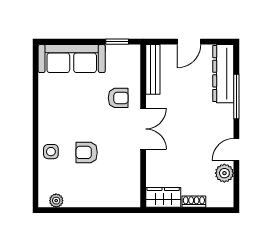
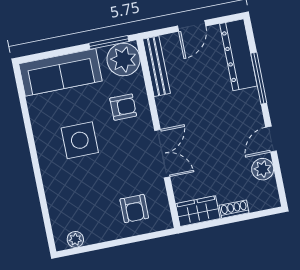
window: (117, 42) -> (109, 42), width x1.50
plant: (126, 58) -> (123, 59), added
double door: (143, 129) -> (162, 154), moved
side table: (51, 152) -> (80, 140), moved, width x1.87, depth x1.87
armchair: (87, 152) -> (134, 209), moved, turned -90

